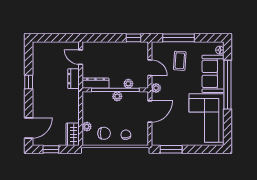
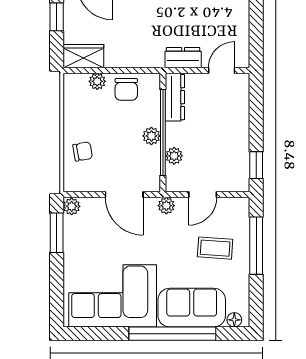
chair: (104, 133) -> (126, 89), moved
plant: (157, 141) -> (72, 206), added

